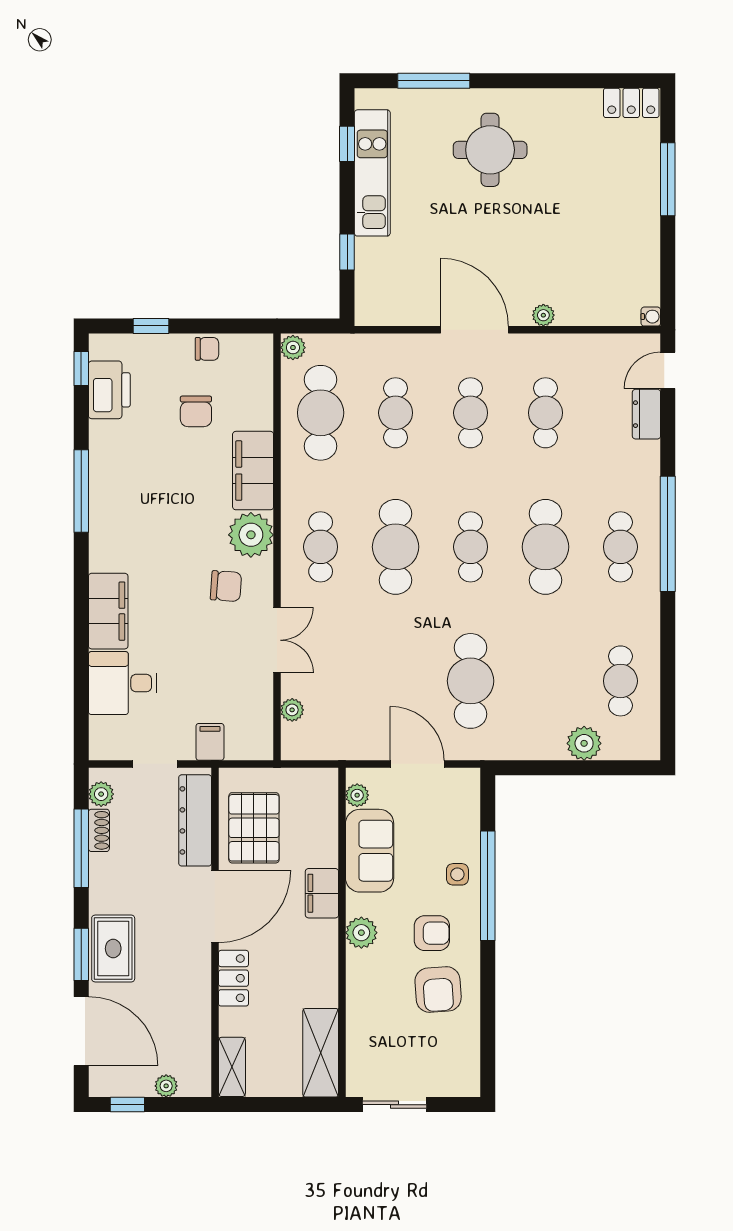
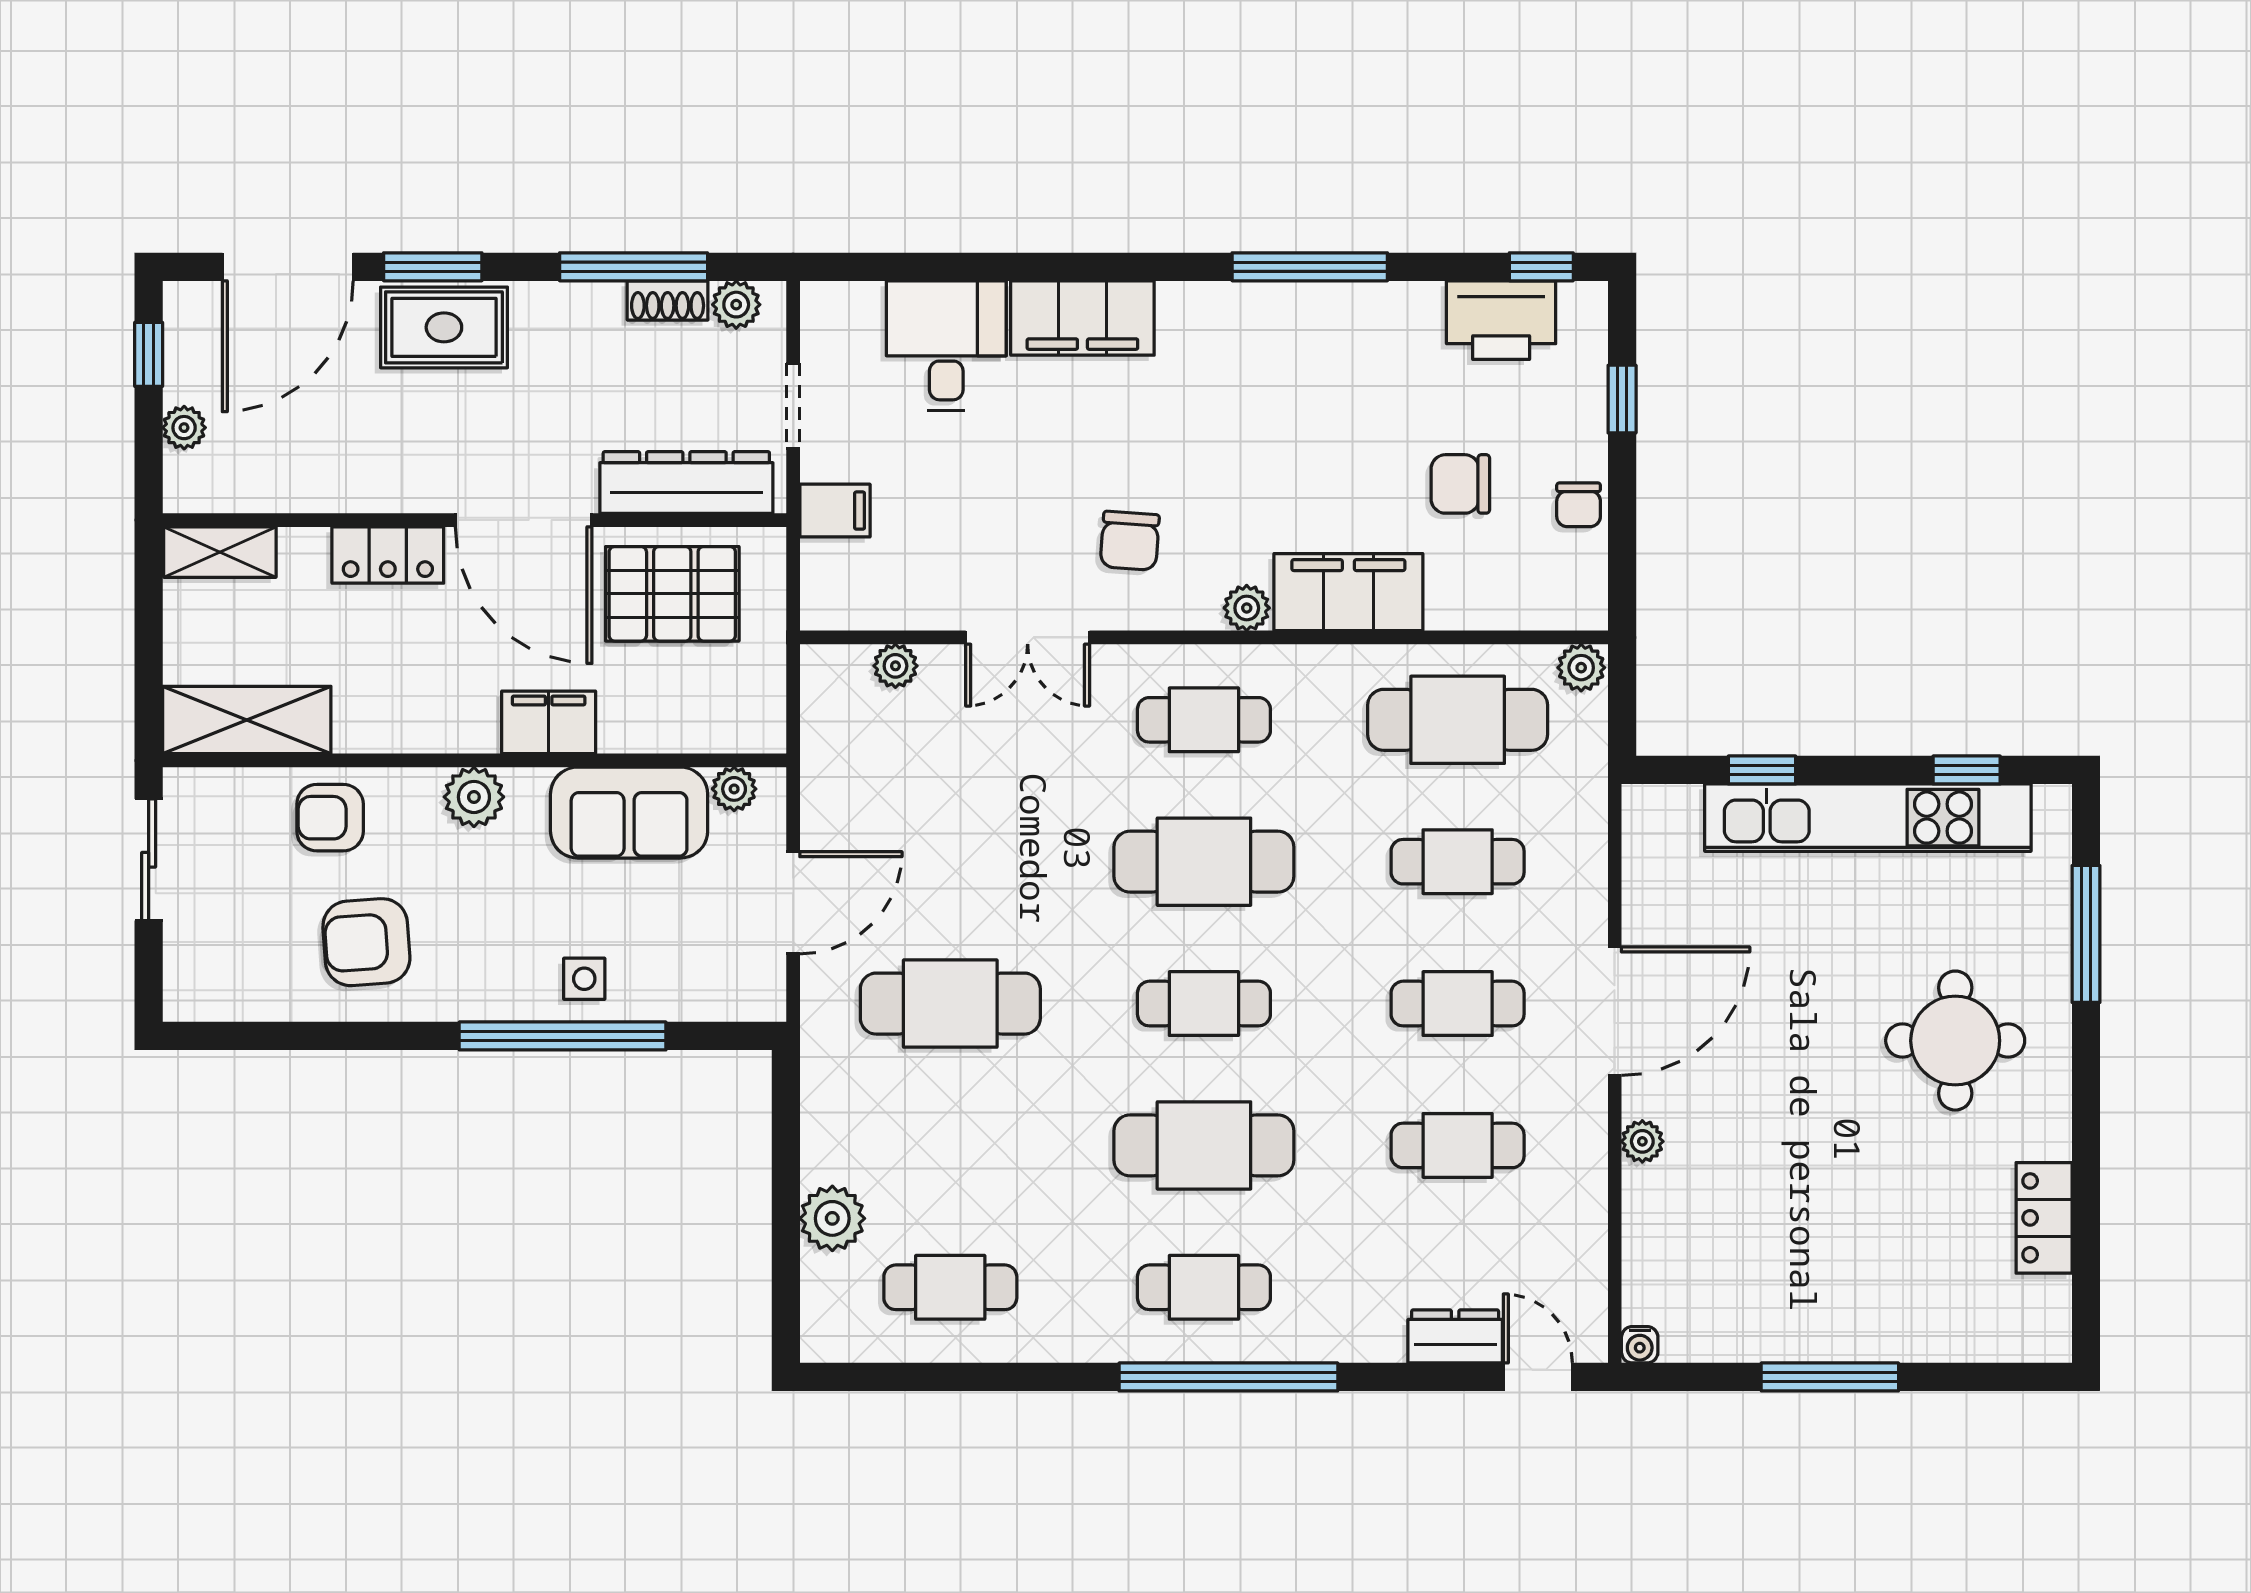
locker: (631, 103) -> (2044, 1218), moved
kitchen unit: (372, 173) -> (1868, 818), width x1.36
window: (668, 179) -> (1830, 1377), moved
plant: (251, 535) -> (1247, 608), width x0.53, depth x0.53
armchair: (432, 933) -> (330, 818), moved, turned 90

